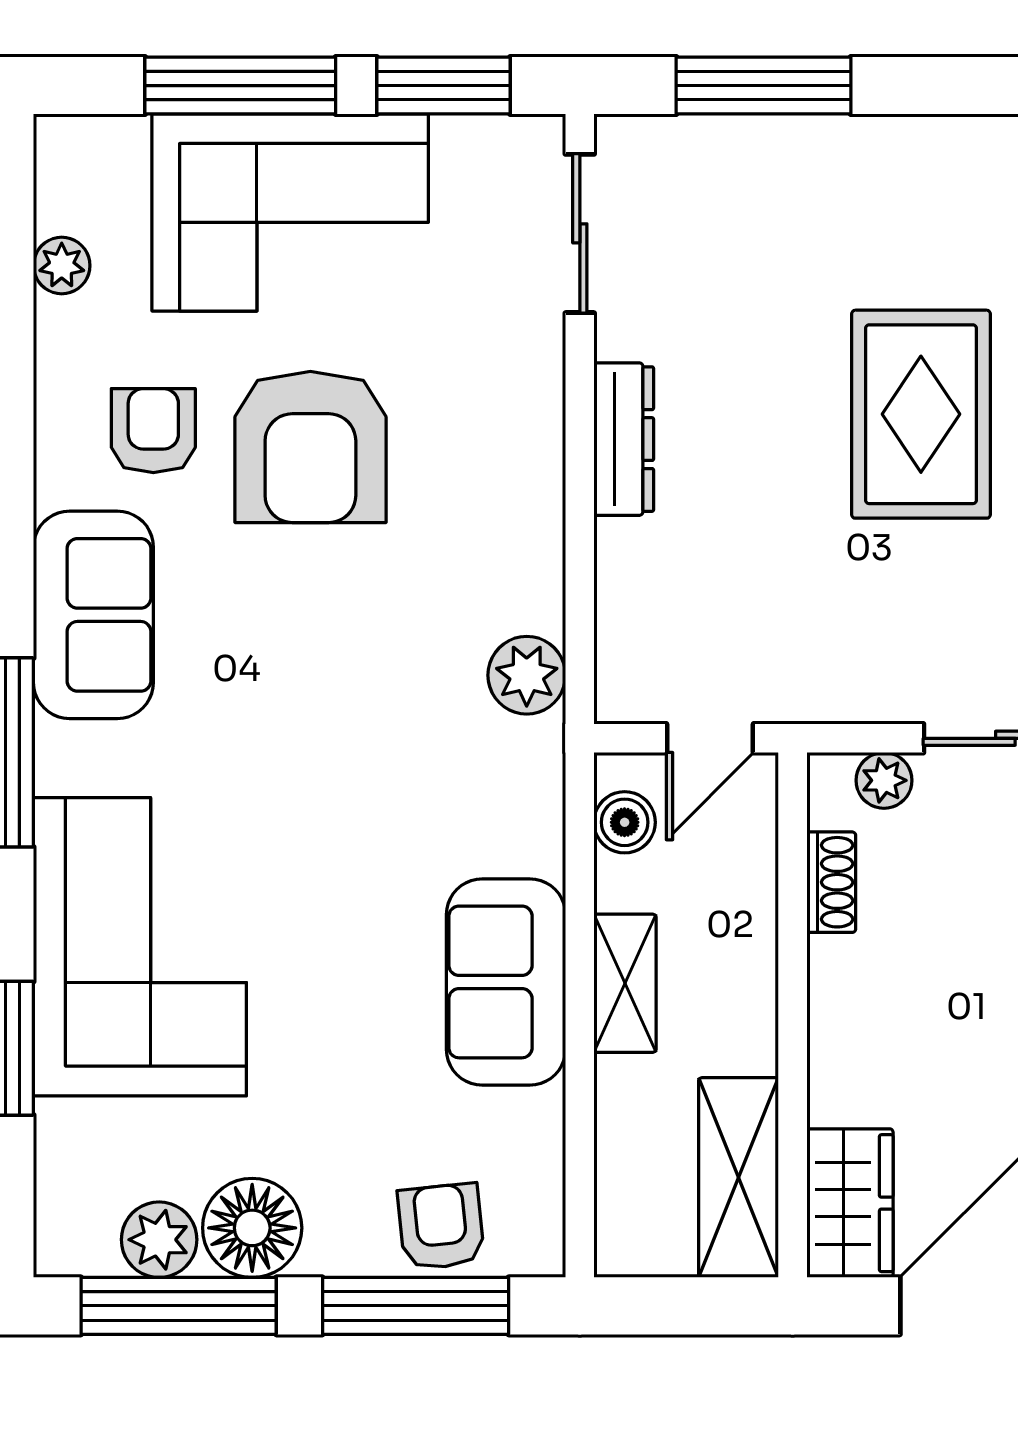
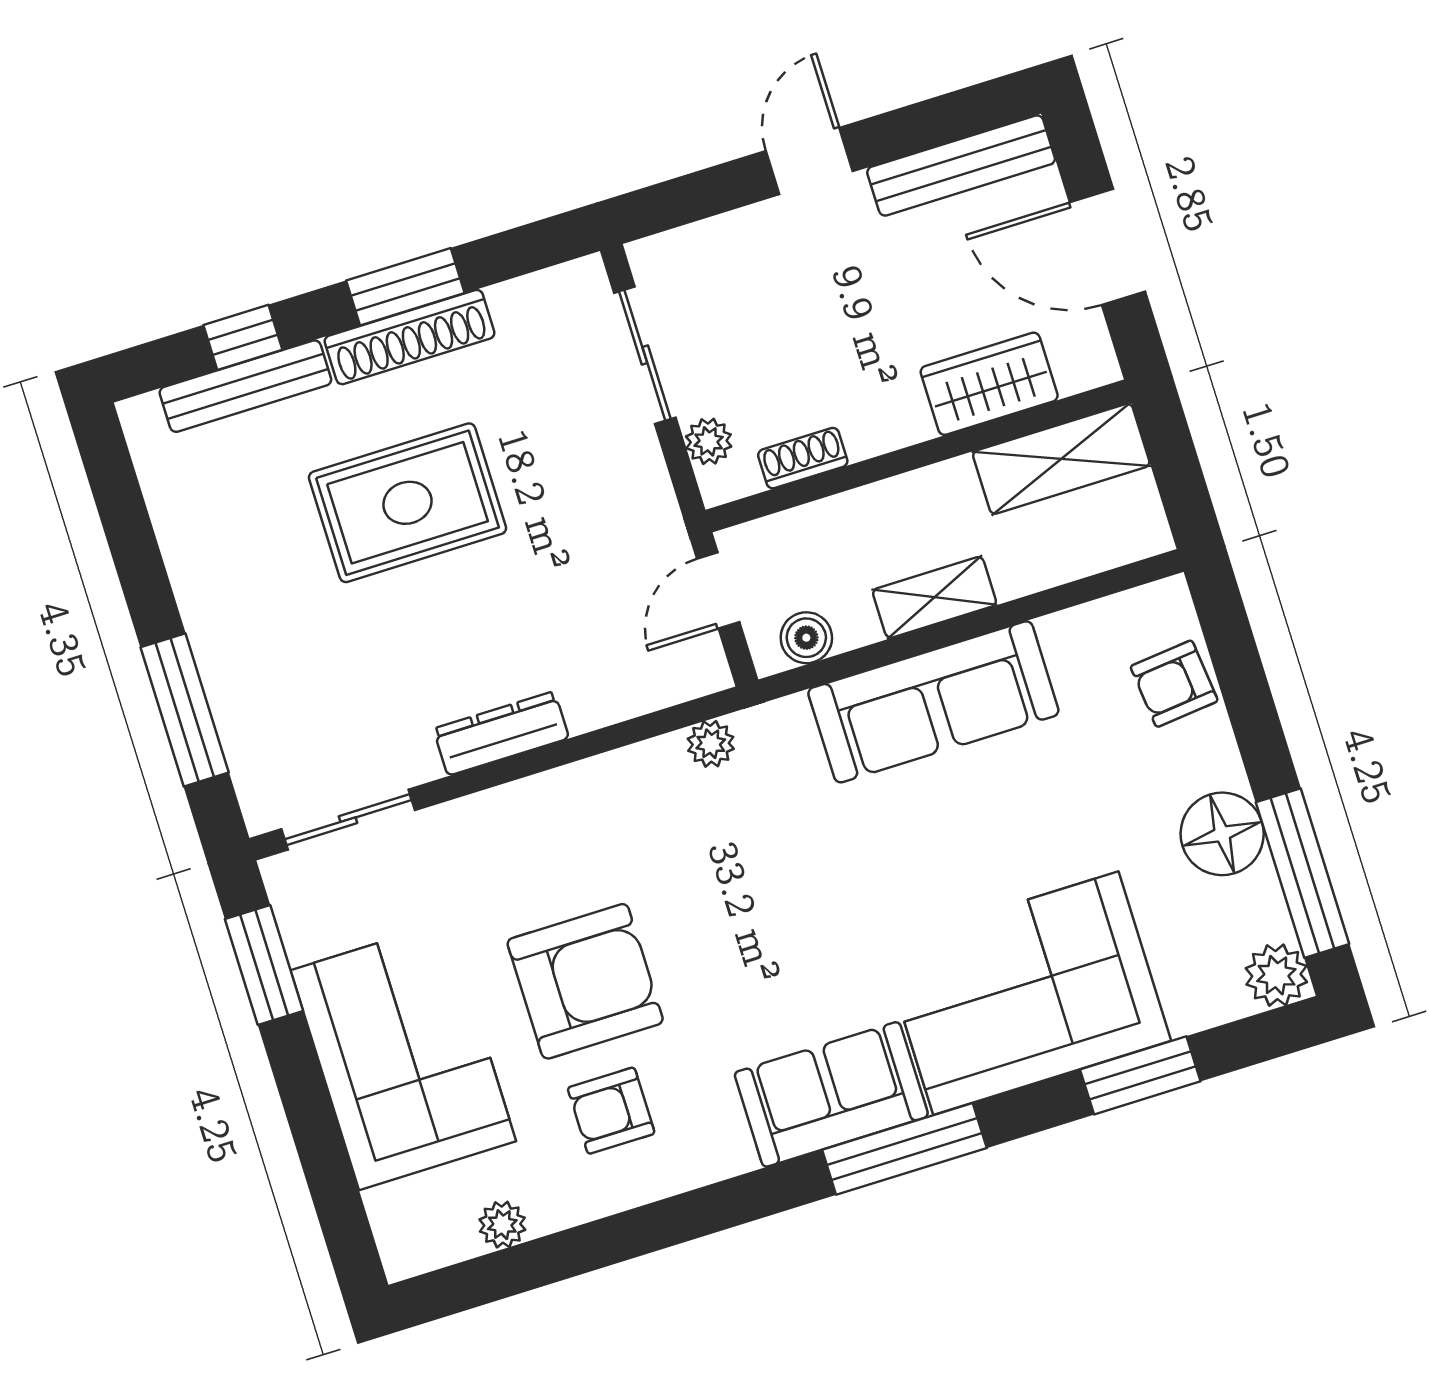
window: (240, 86) -> (314, 1127), removed
sofa: (93, 615) -> (831, 1094), moved
plant: (527, 675) -> (711, 744), width x0.73, depth x0.73
door: (710, 738) -> (718, 591), swing flipped
sofa: (506, 982) -> (933, 702), width x1.36
wardrobe: (850, 1203) -> (989, 384), moved
plant: (159, 1240) -> (1276, 975), moved
window: (416, 1306) -> (1244, 684), removed

